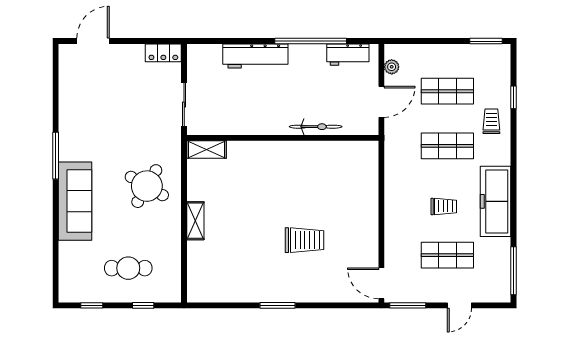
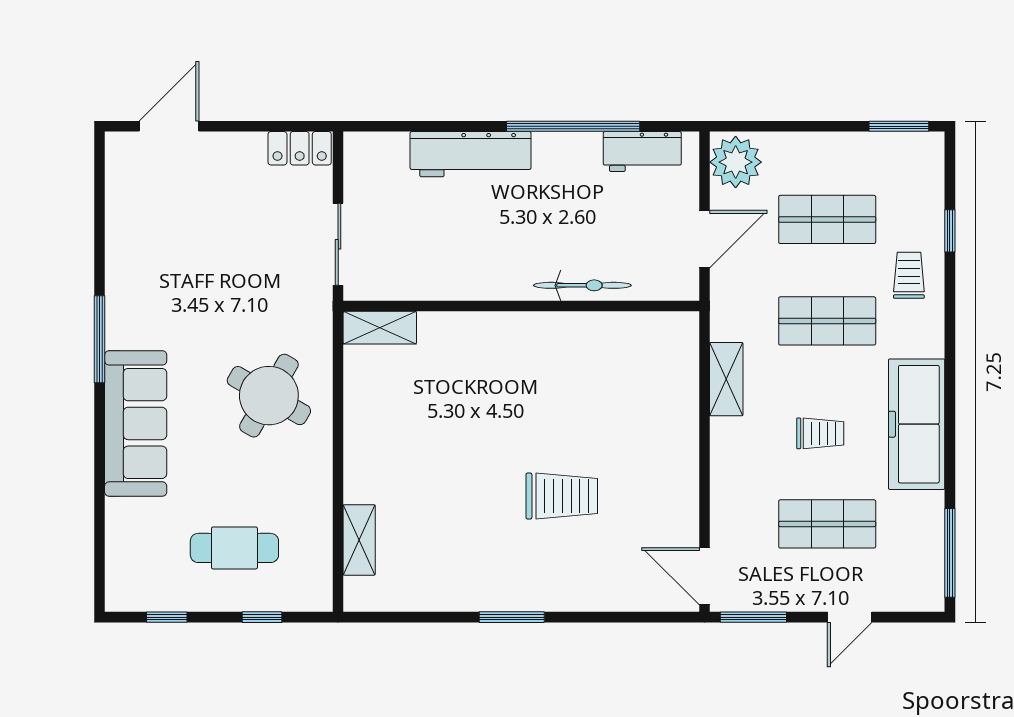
plant: (392, 67) -> (736, 162), width x1.88, depth x1.88
shelving: (393, 177) -> (726, 379), added
shelving: (195, 221) -> (359, 540), moved

